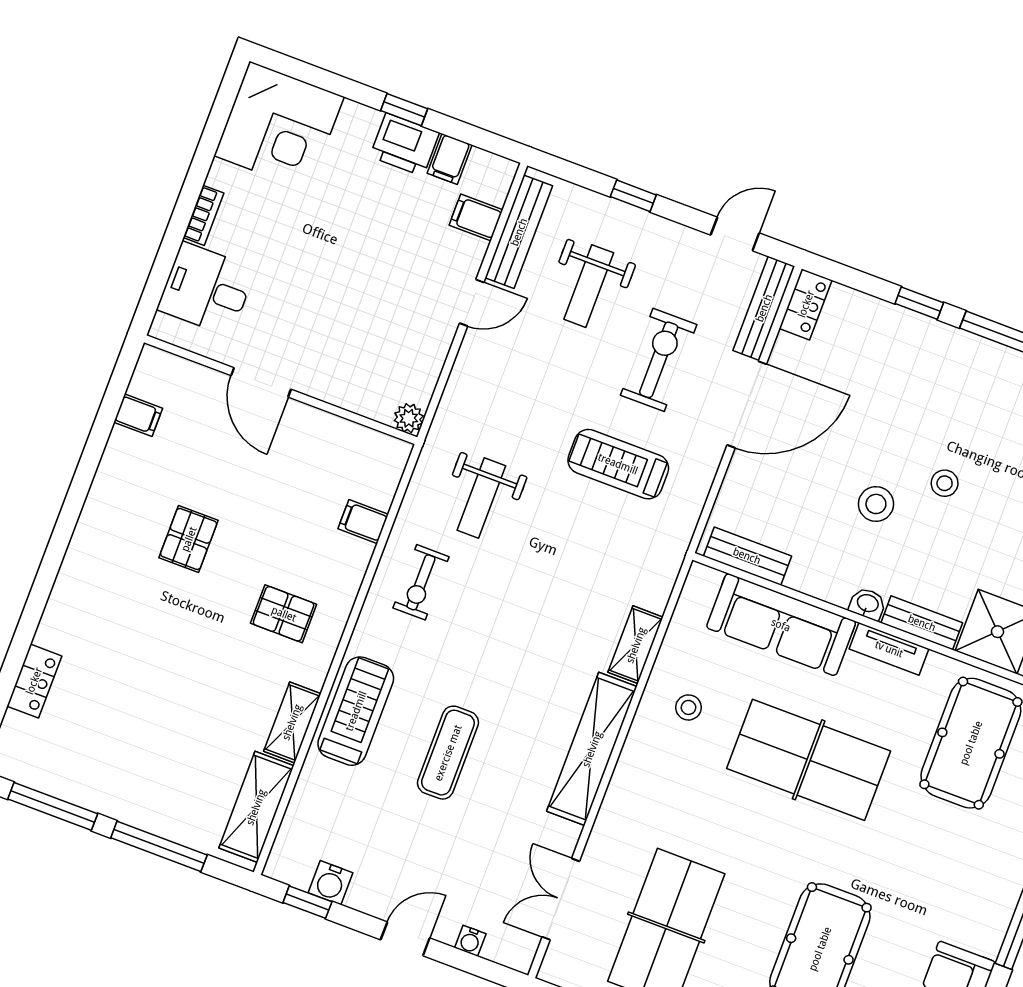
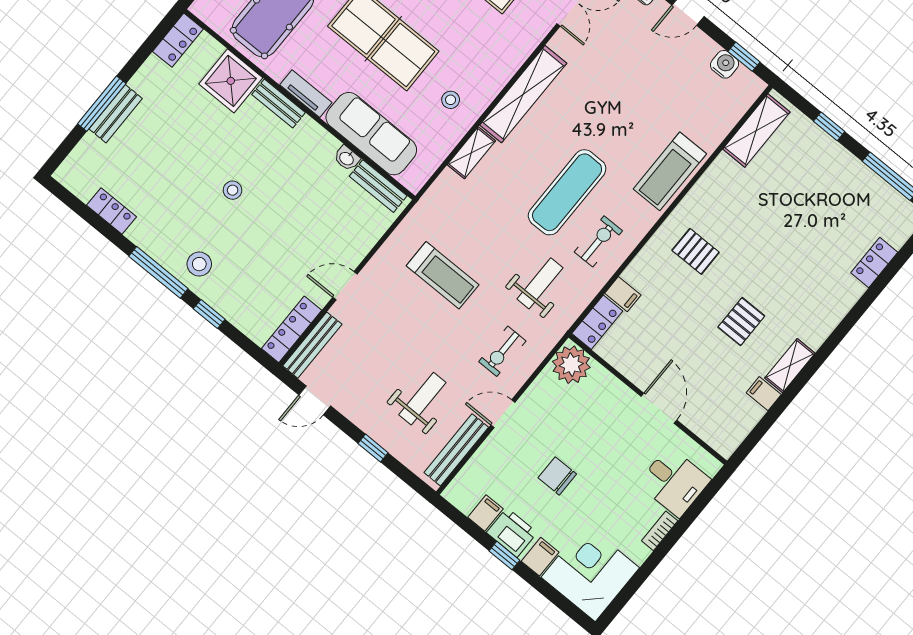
filing cabinet: (476, 218) -> (540, 557), moved, turned -90
chair: (369, 243) -> (557, 476), added
locker: (806, 304) -> (292, 329), width x1.53
exercise bike: (659, 360) -> (502, 351), moved, width x0.73, depth x0.72
door: (747, 404) -> (345, 286), width x0.53
filing cabinet: (138, 415) -> (764, 394), moved
plant: (409, 418) -> (571, 365), width x1.88, depth x1.88
locker: (385, 471) -> (597, 322), added
stool: (876, 504) -> (199, 264), moved
washbasin: (868, 604) -> (347, 158), moved
shelving: (292, 722) -> (790, 366), moved
exercise mat: (448, 753) -> (567, 192), moved, width x1.36, depth x1.45
window: (159, 846) -> (829, 126), width x0.46

